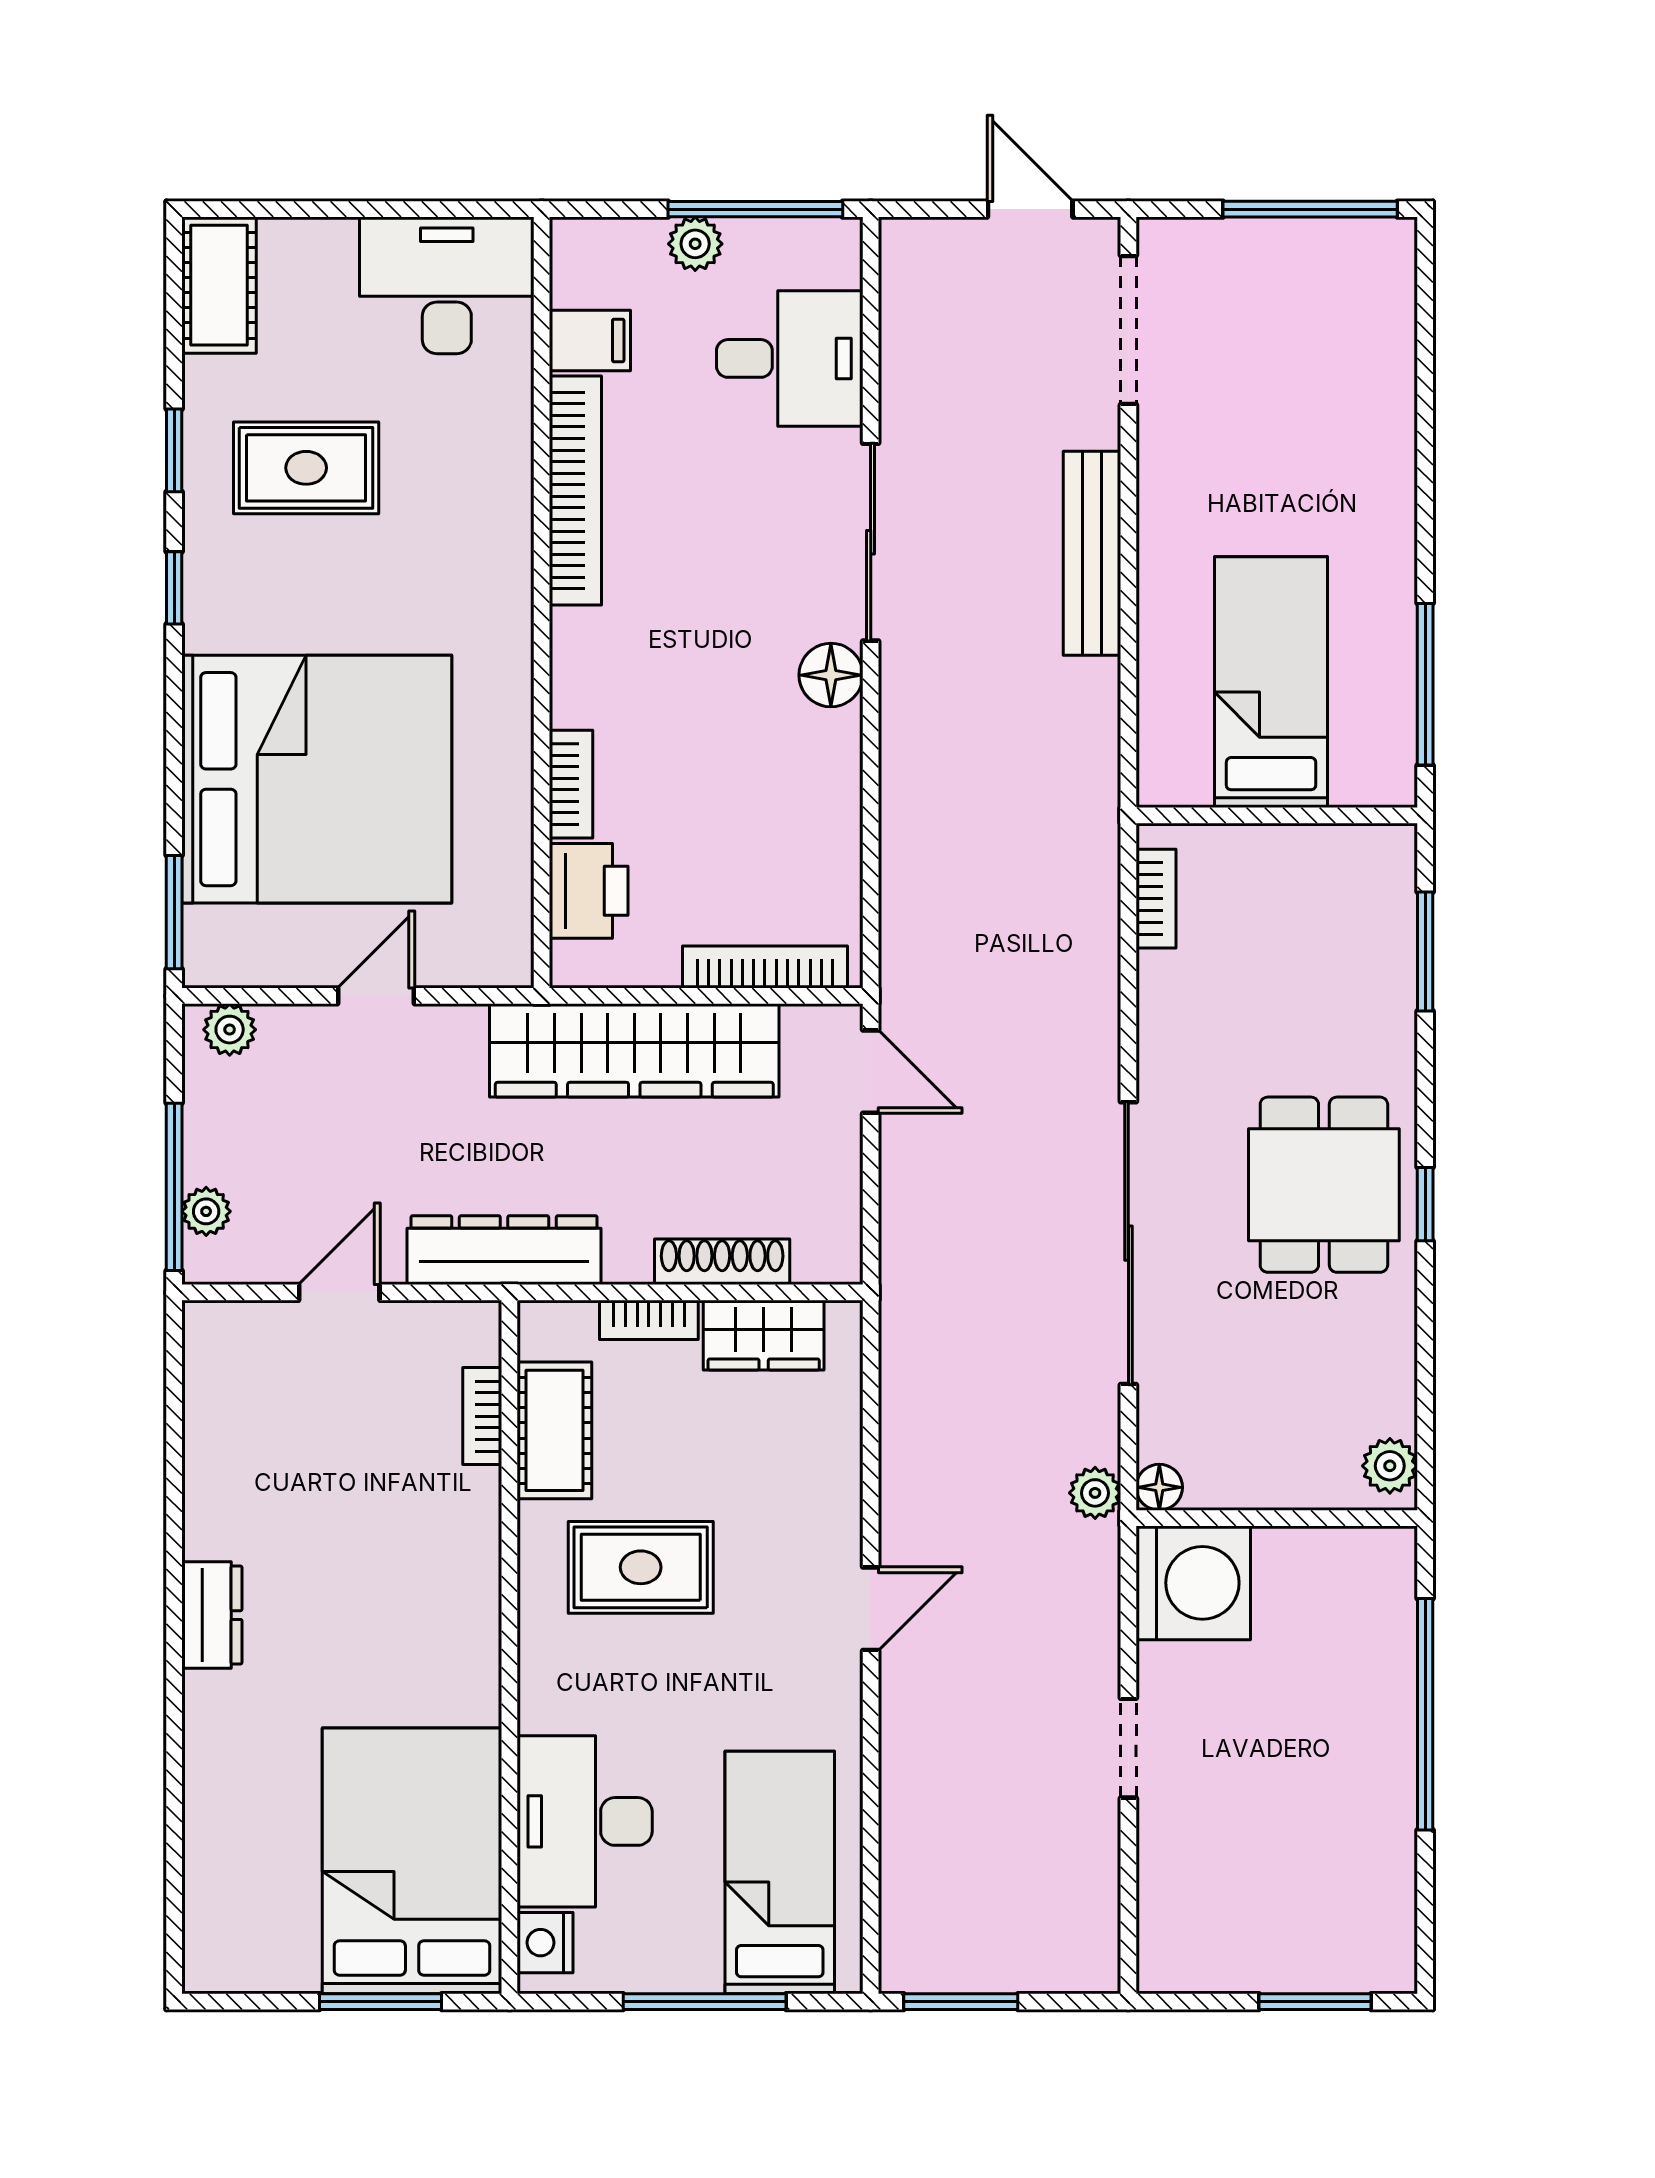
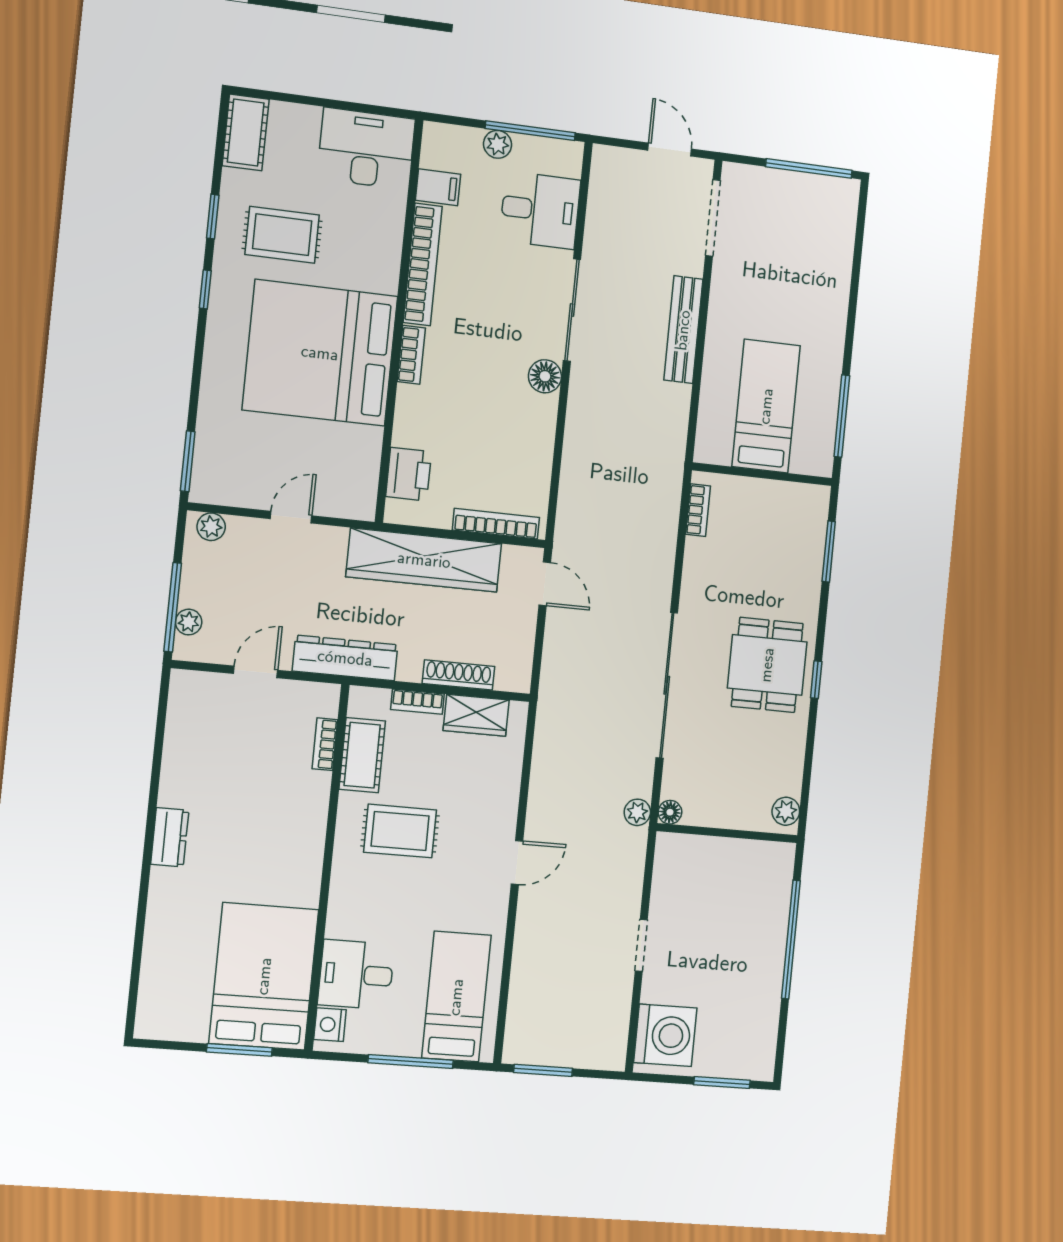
bed: (317, 779) -> (320, 353), moved, turned 180
bookcase: (571, 784) -> (411, 355), moved
washing machine: (1193, 1583) -> (665, 1035), moved
desk: (585, 1821) -> (356, 975), width x0.73

